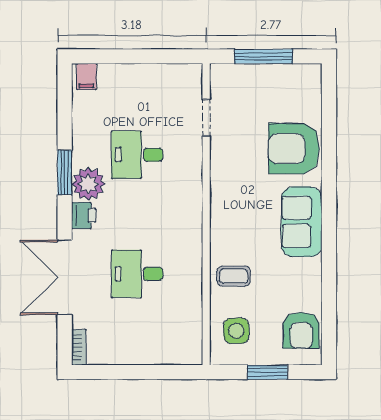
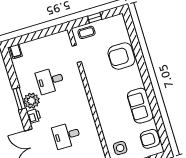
window: (263, 56) -> (95, 18), width x0.46
sofa: (302, 222) -> (140, 106), moved
coffee table: (234, 276) -> (87, 32), moved
armchair: (301, 330) -> (150, 139), turned 90

